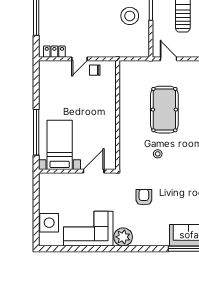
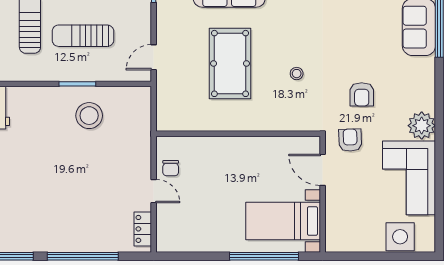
pool table: (164, 110) -> (230, 63), turned 90
armchair: (113, 189) -> (350, 140), added
armchair: (144, 197) -> (362, 94), turned -90

